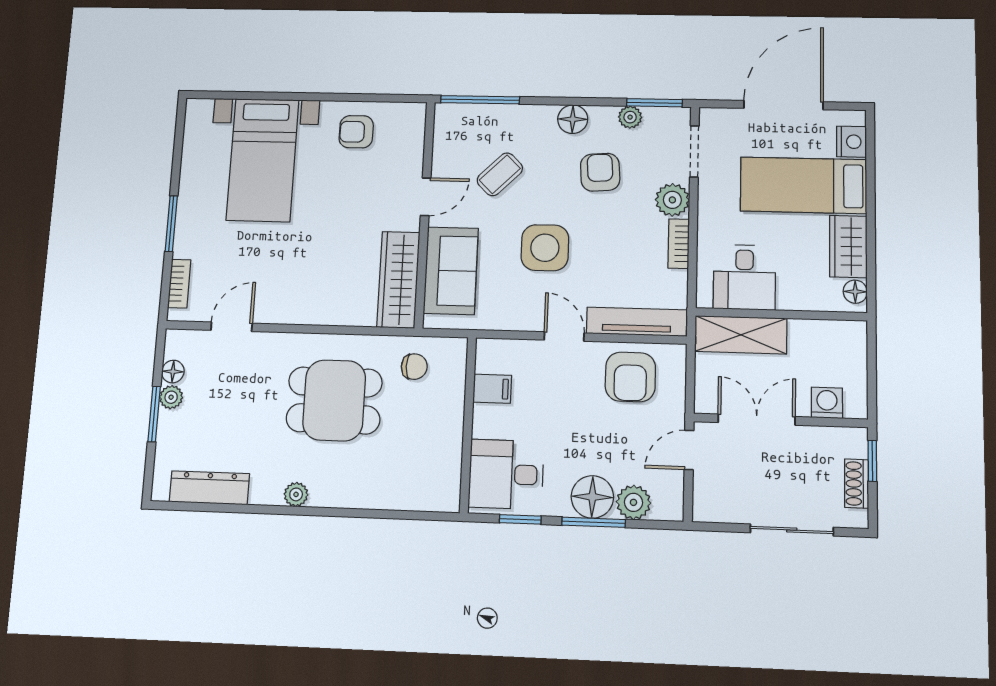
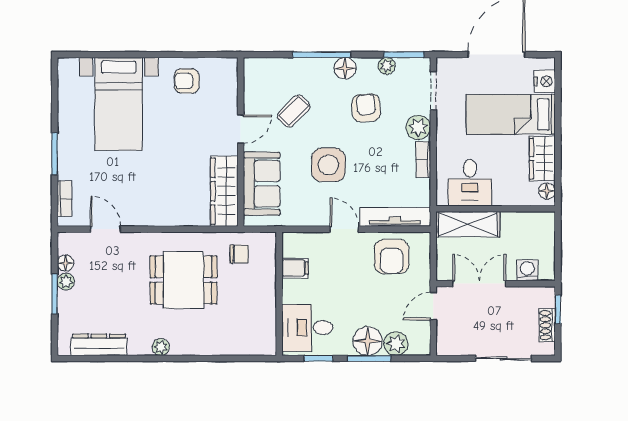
window: (480, 100) -> (322, 55), moved
door: (232, 327) -> (106, 229), hinge flipped

